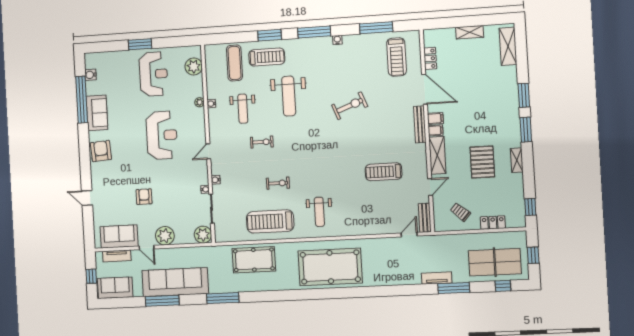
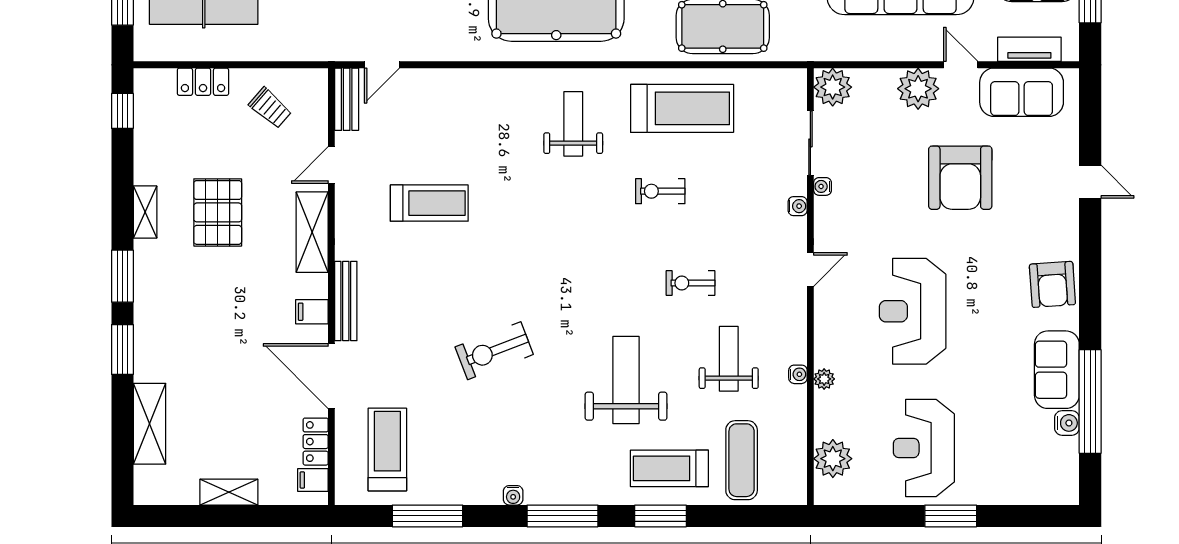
shelving: (508, 46) -> (150, 424), moved
water cooler: (90, 75) -> (1067, 423), moved
filing cabinet: (436, 130) -> (313, 480), moved
armchair: (144, 197) -> (960, 178), width x1.88, depth x1.88

